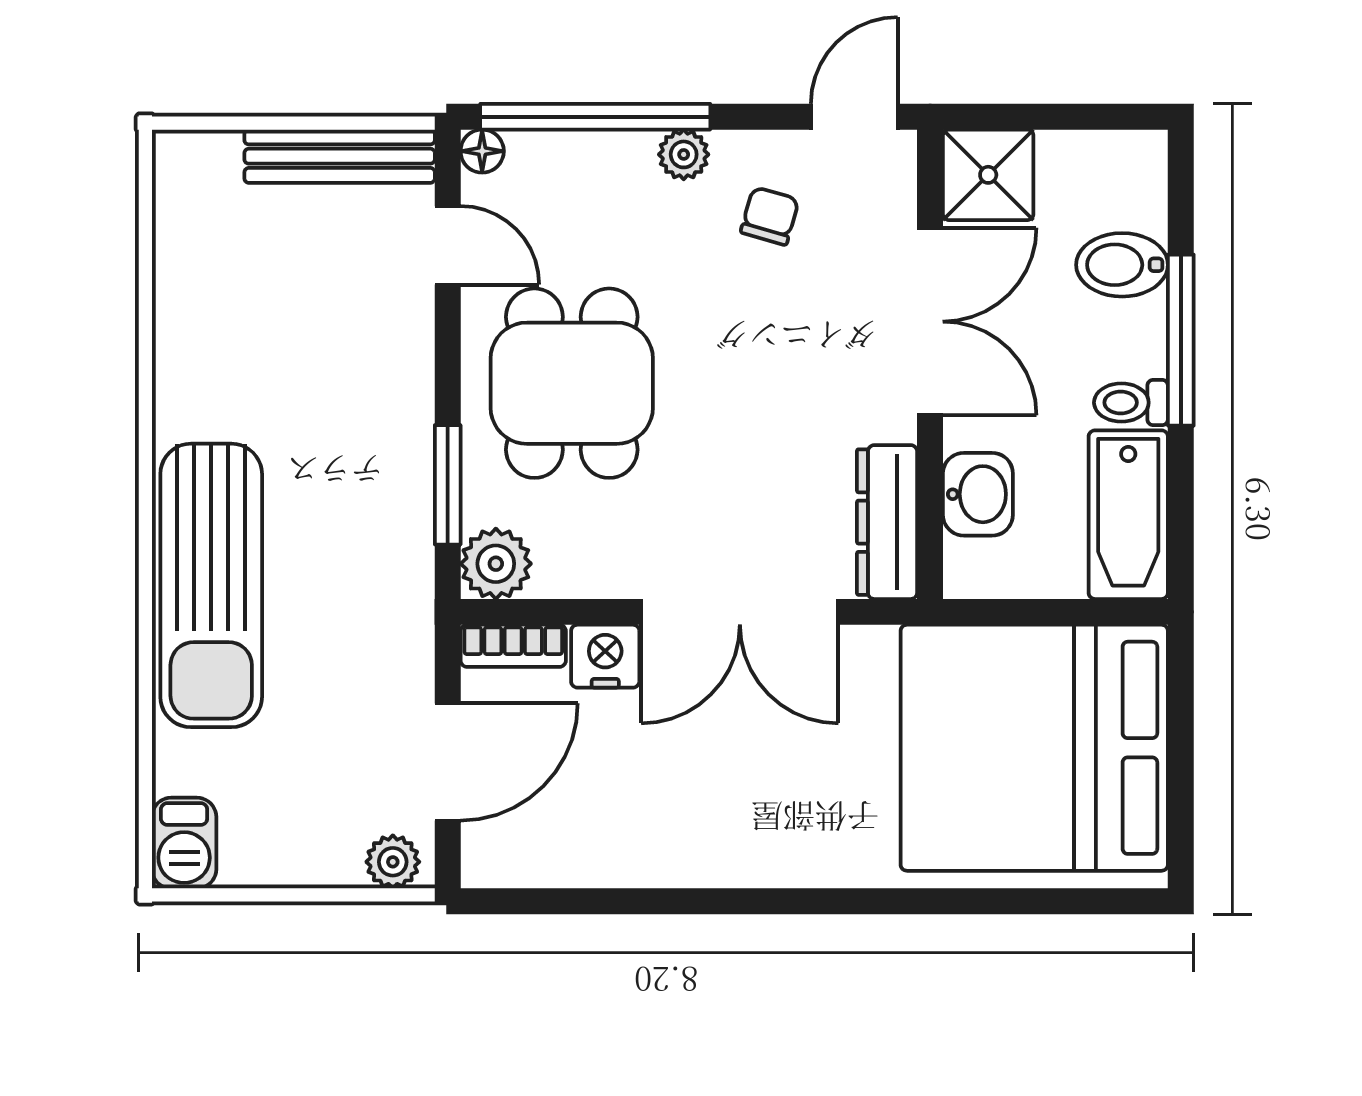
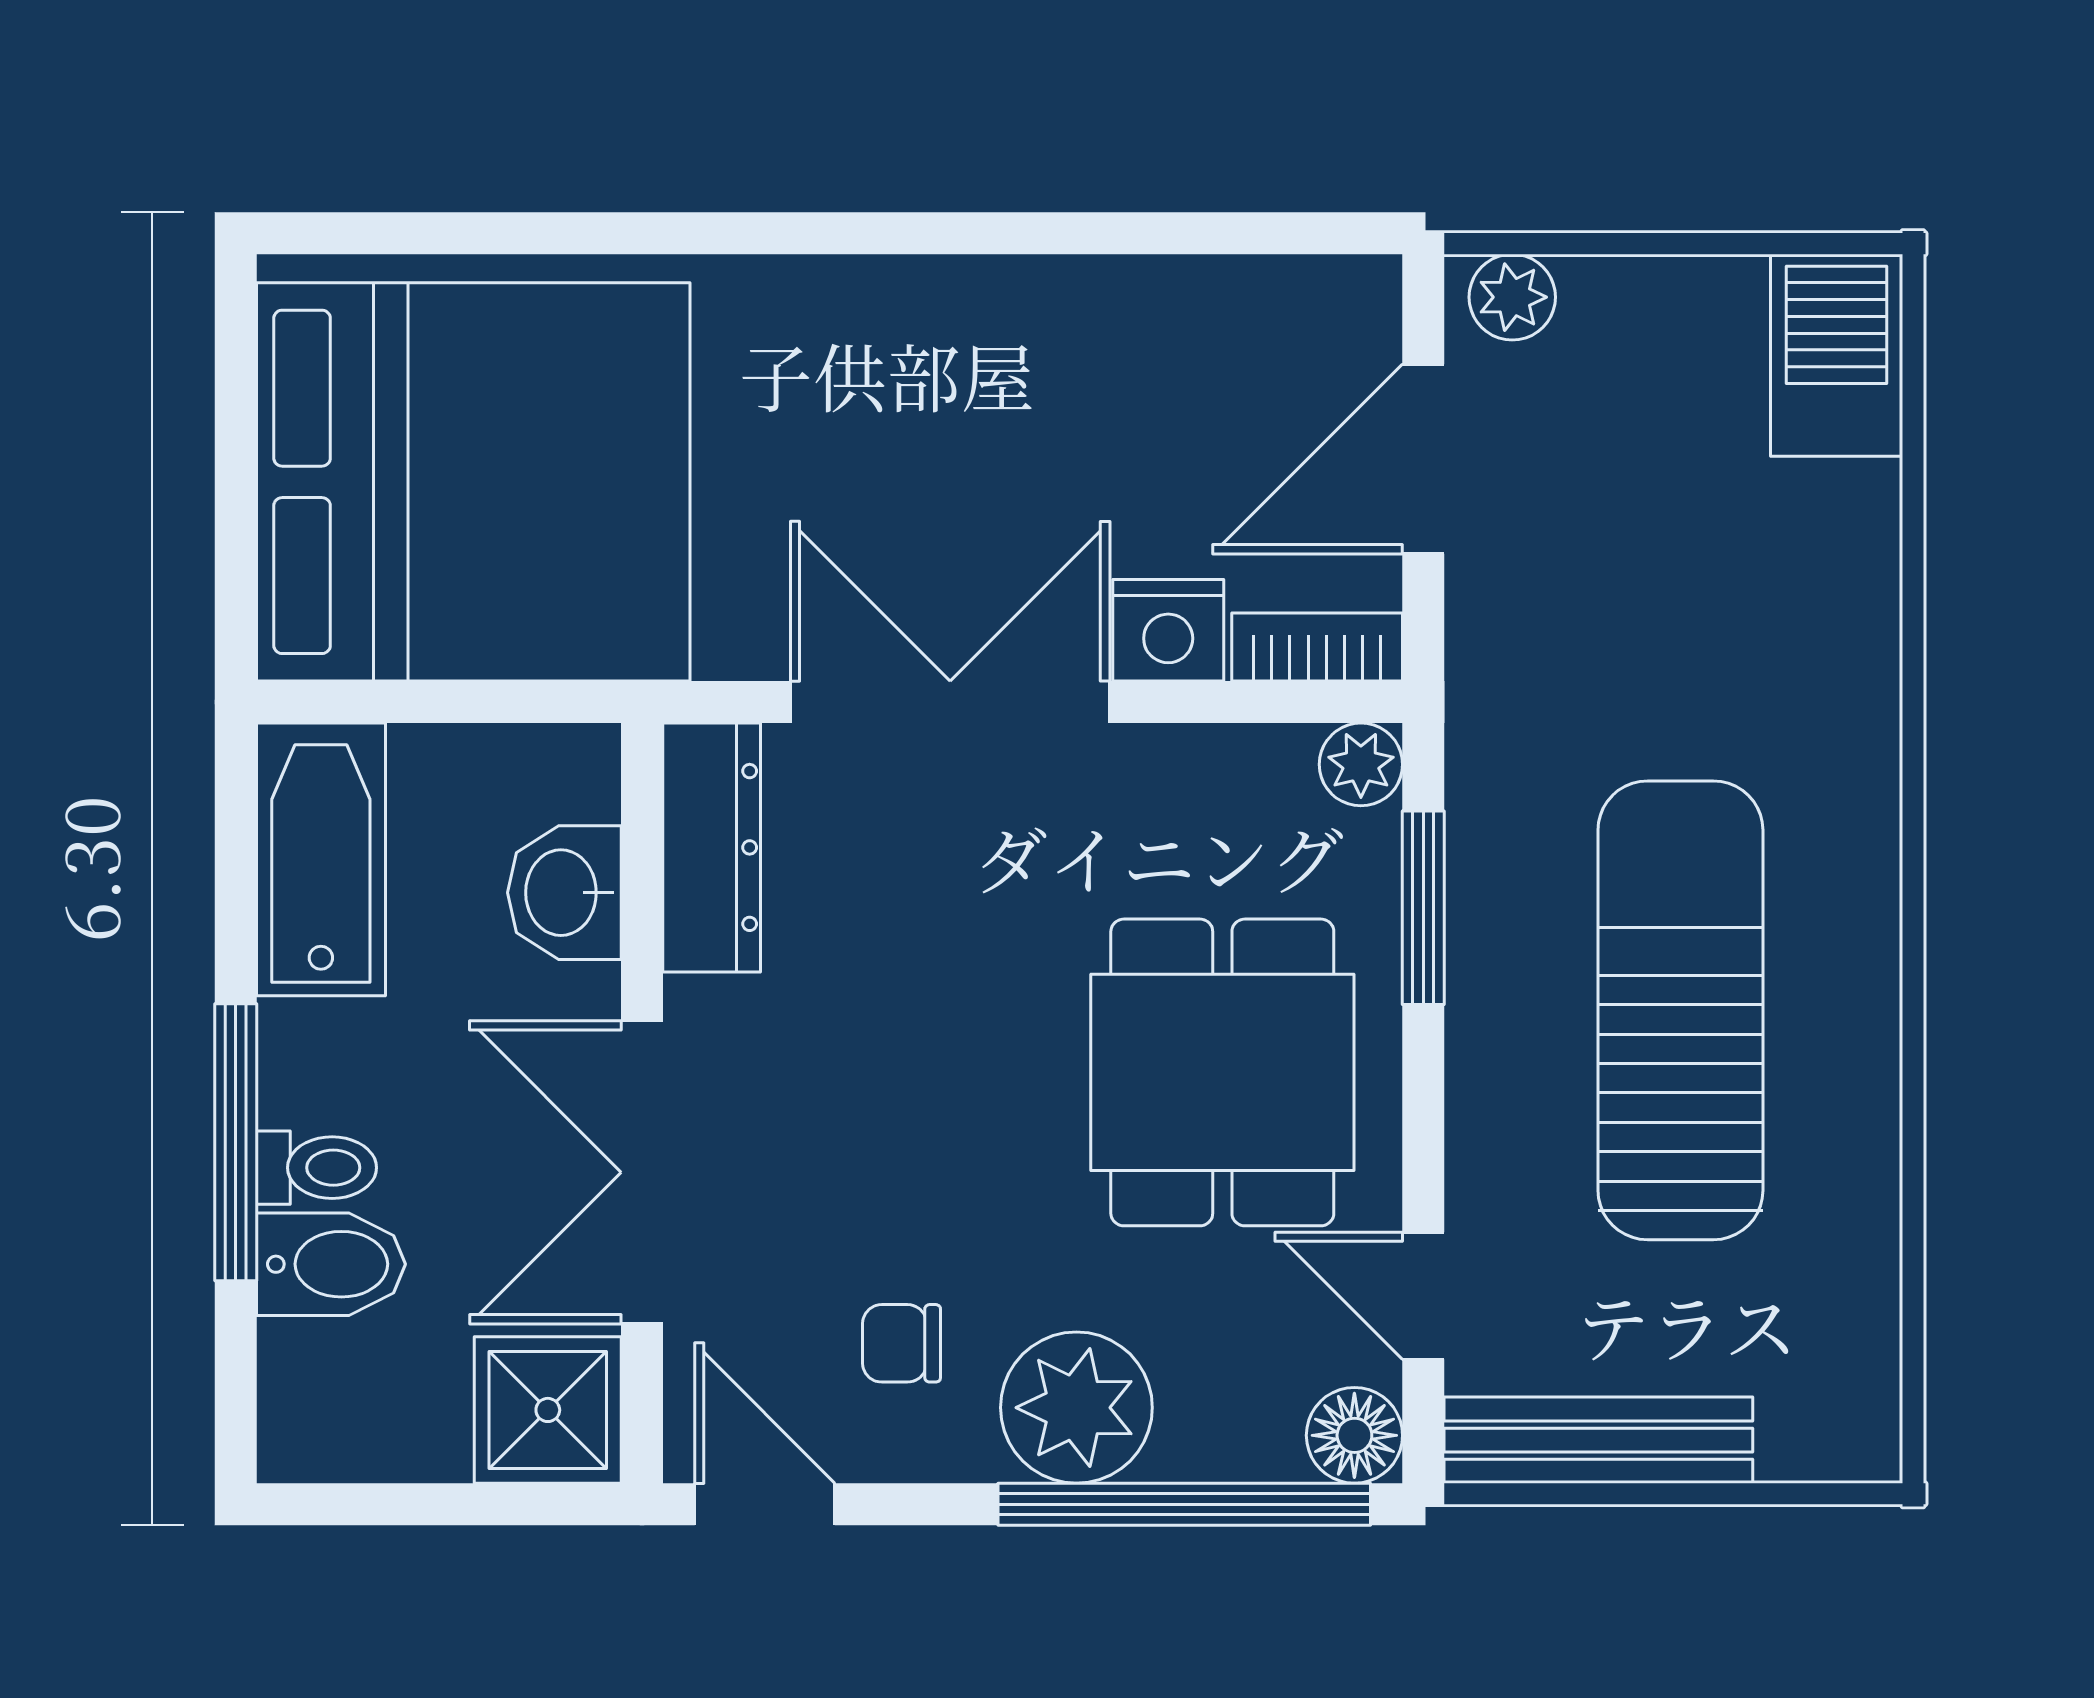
door: (854, 117) -> (765, 1504), swing flipped
floor lamp: (482, 151) -> (1354, 1435), width x1.37, depth x1.37
plant: (684, 154) -> (1076, 1408), width x1.88, depth x1.88
chair: (770, 216) -> (902, 1343), turned 74
toilet: (1131, 403) -> (316, 1168), moved
plant: (496, 564) -> (1361, 764), width x0.73, depth x0.73
sun lounger: (211, 585) -> (1680, 1010), moved
barbecue: (184, 843) -> (1837, 355), width x1.38, depth x1.27

